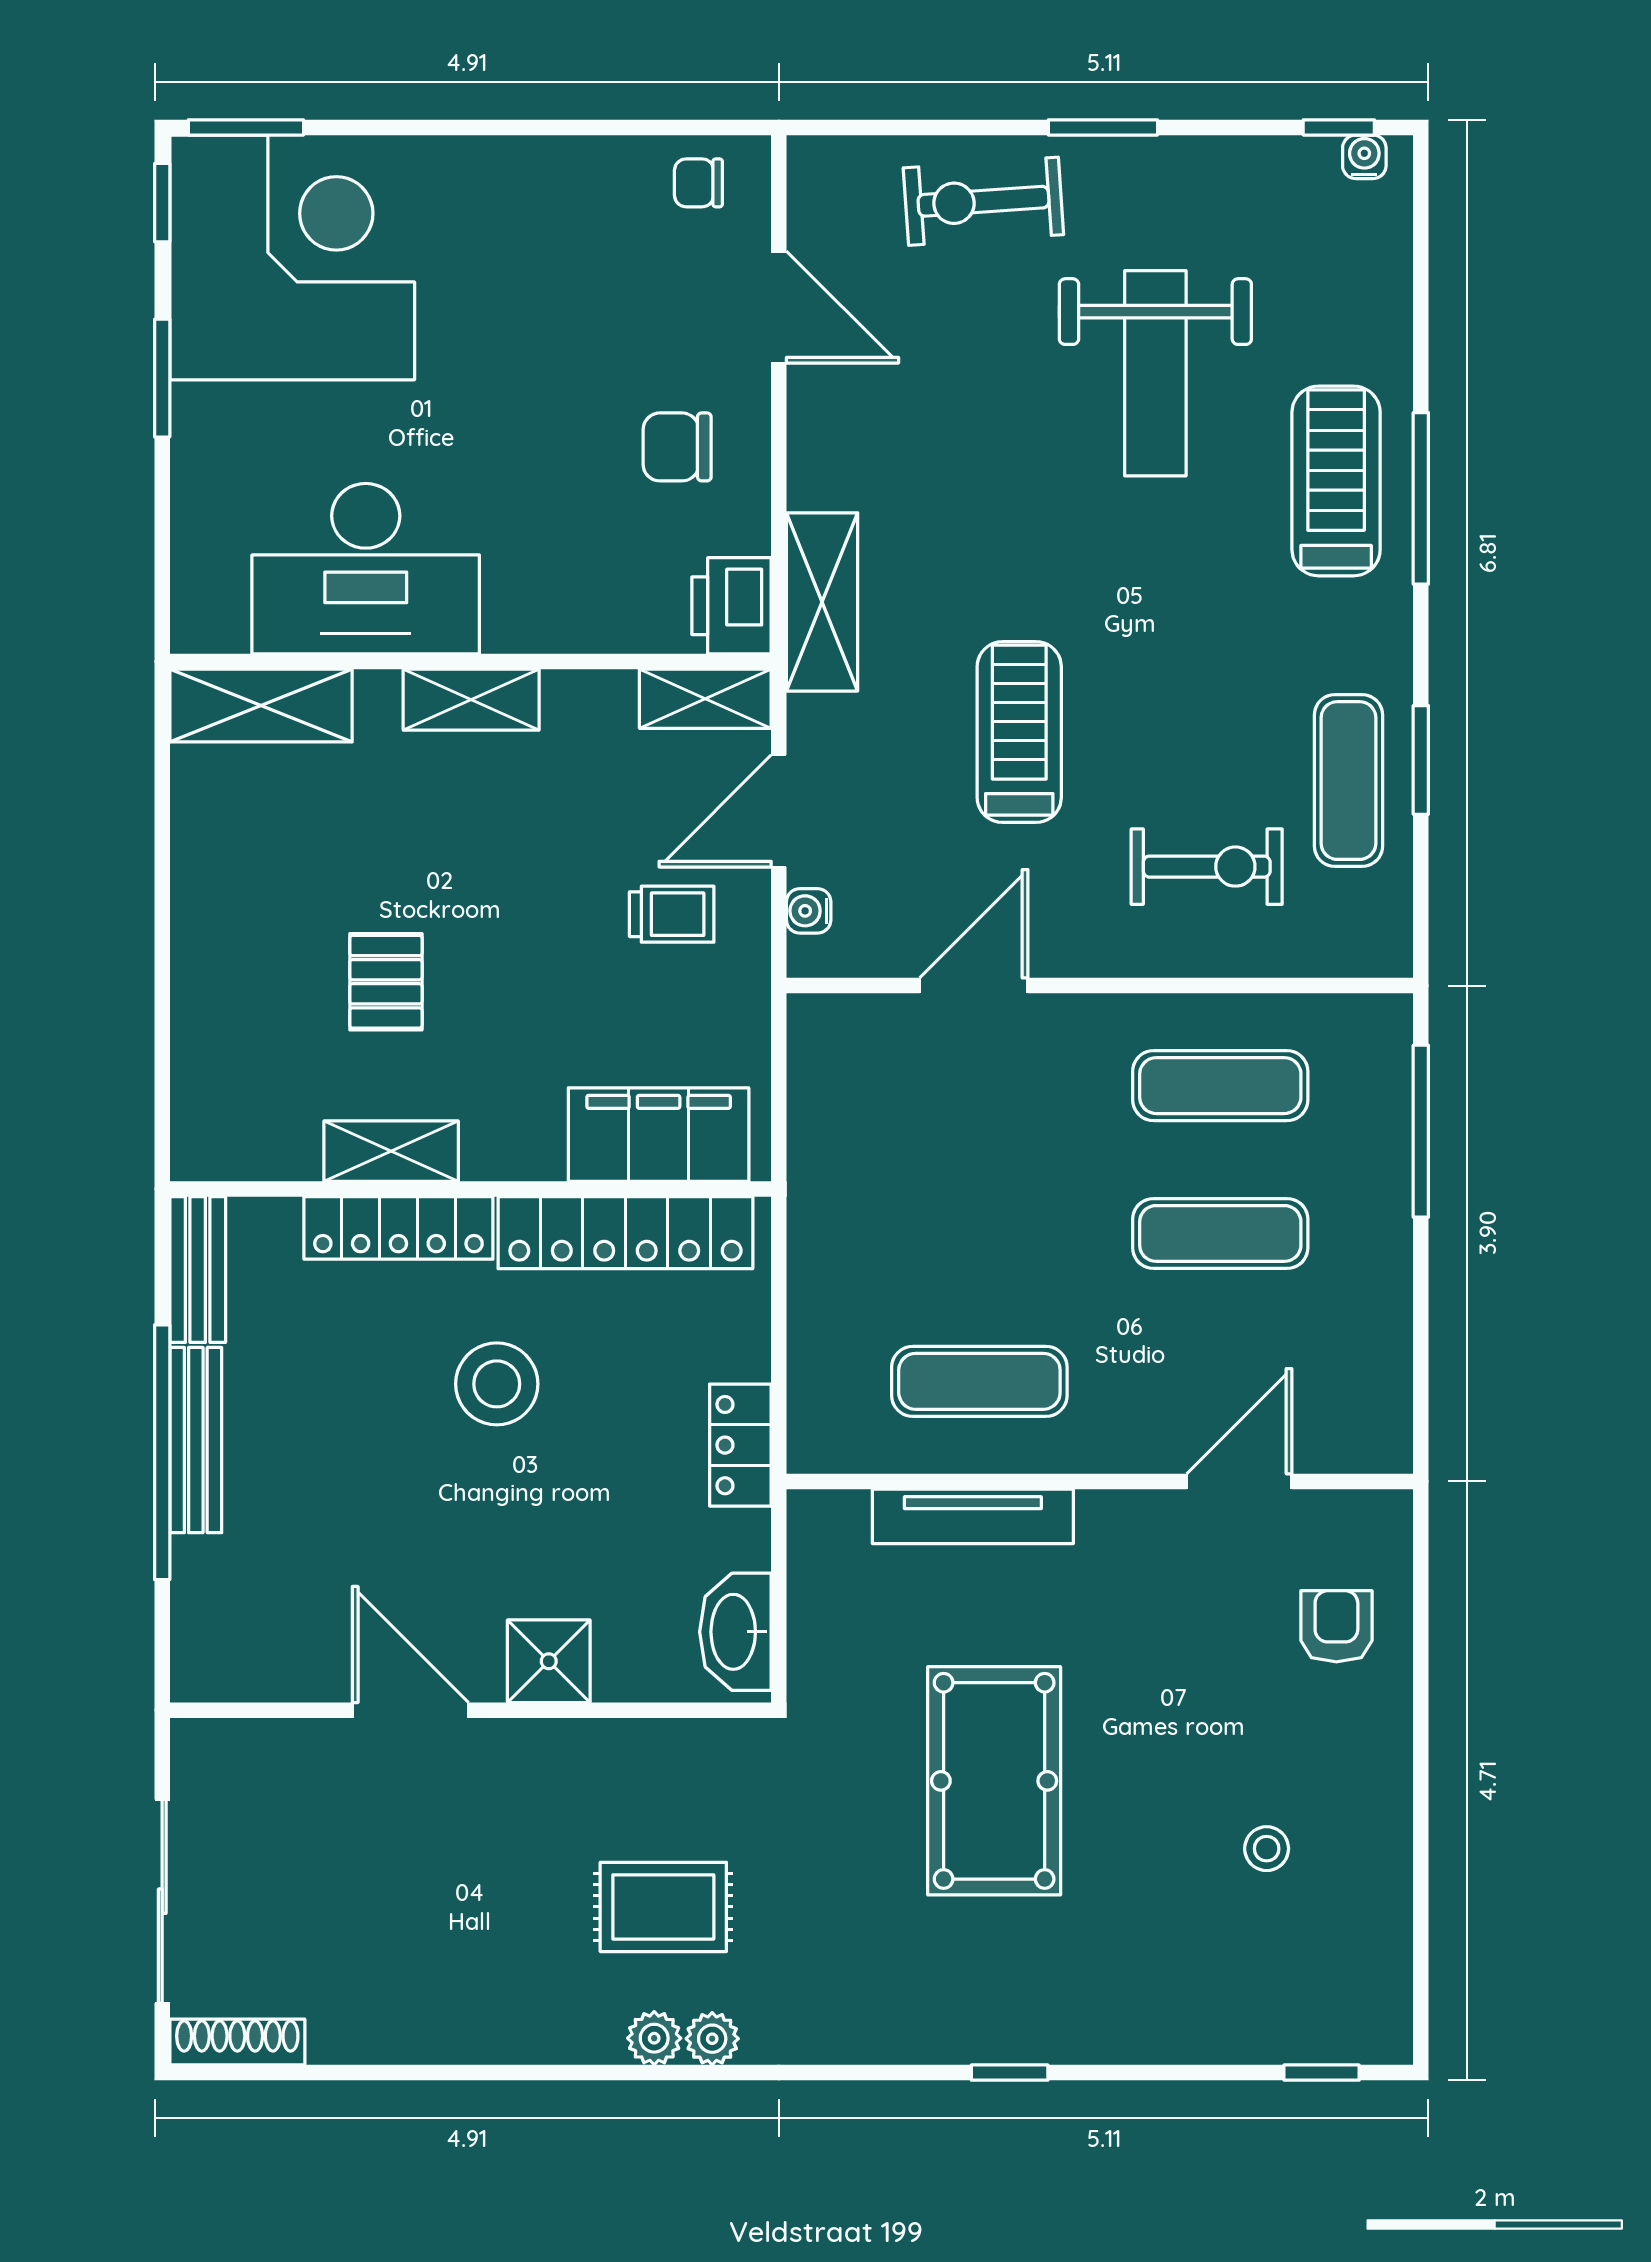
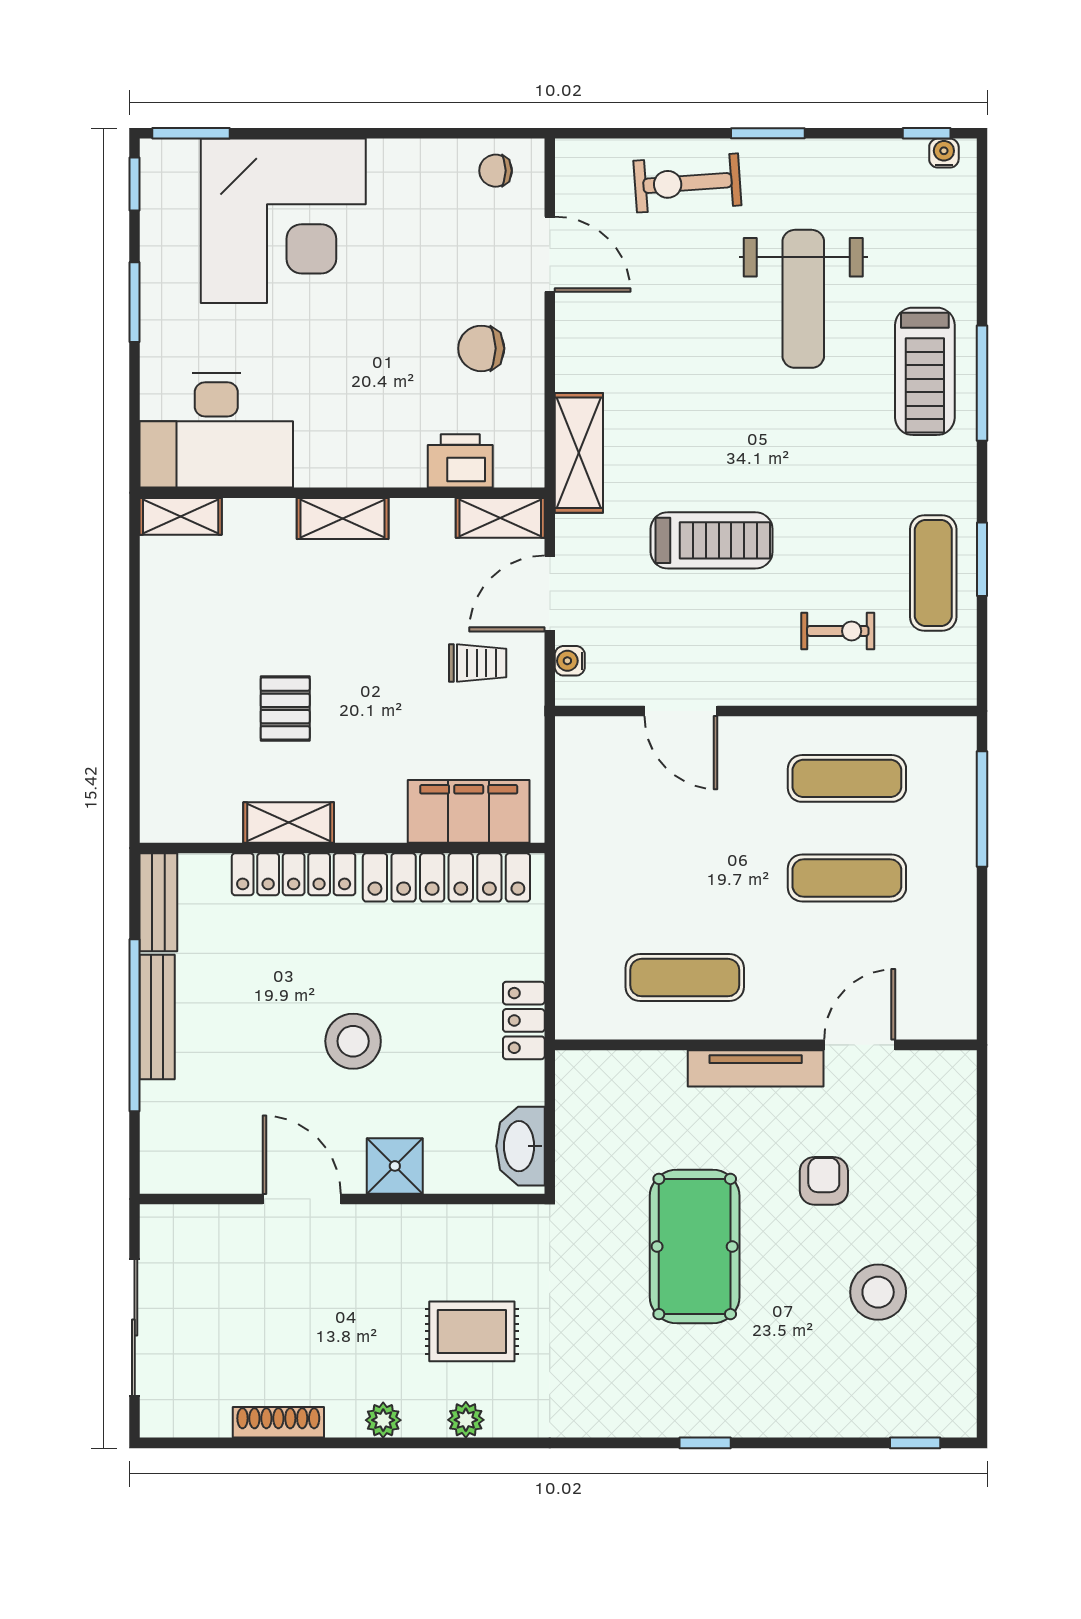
corner desk: (292, 257) -> (283, 221), moved, turned 90
treadmill: (1336, 481) -> (925, 371), turned 180
desk: (366, 569) -> (216, 430), moved
printer: (731, 606) -> (460, 461), moved, turned 90
shelving: (261, 705) -> (181, 516), width x0.67, depth x0.75
treadmill: (1019, 732) -> (712, 540), turned 90
exercise bike: (1207, 867) -> (838, 631), width x0.73, depth x0.72
door: (974, 986) -> (681, 711), swing flipped
stool: (497, 1384) -> (353, 1041), moved
tv unit: (973, 1516) -> (756, 1068), moved
armchair: (1336, 1626) -> (824, 1181), moved
stool: (1267, 1849) -> (878, 1292), width x1.89, depth x1.89
plant: (712, 2039) -> (383, 1420), moved
shoe rack: (237, 2042) -> (278, 1422), moved

